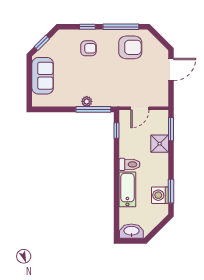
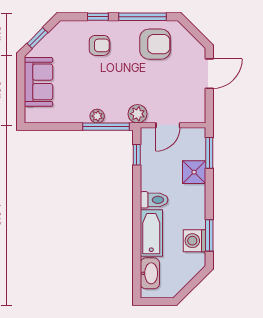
plant: (117, 100) -> (138, 114), added
washbasin: (131, 231) -> (150, 273), moved, turned 90

